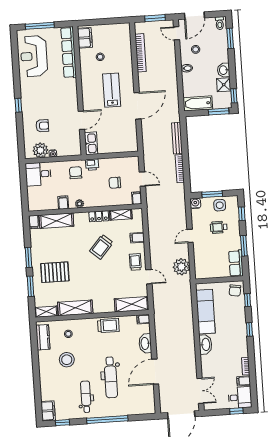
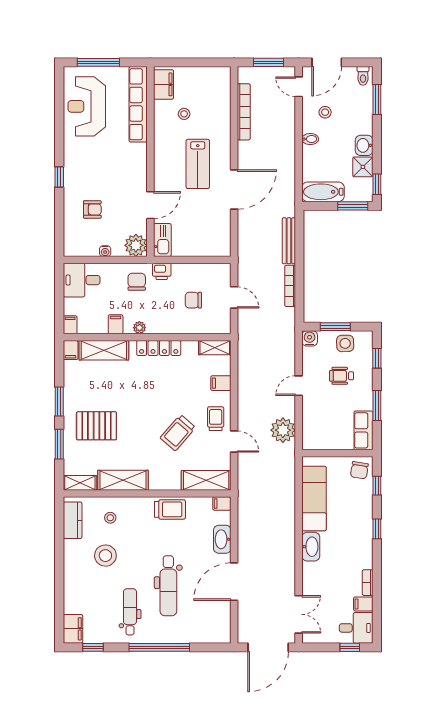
lab bench: (112, 90) -> (198, 164), turned 180
plant: (40, 150) -> (136, 245), moved
filing cabinet: (137, 198) -> (70, 325), moved
shelving: (121, 215) -> (215, 348), moved
locker: (99, 216) -> (159, 348), width x1.53
trolley: (101, 247) -> (178, 433), moved

